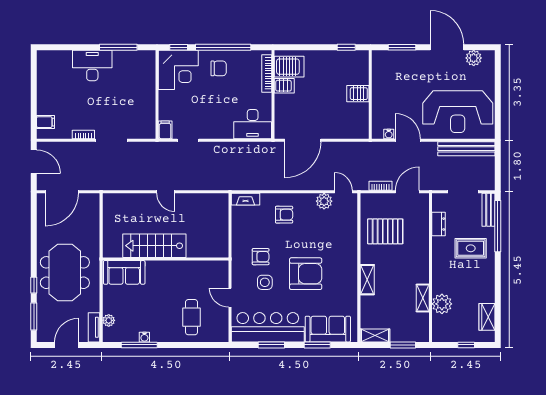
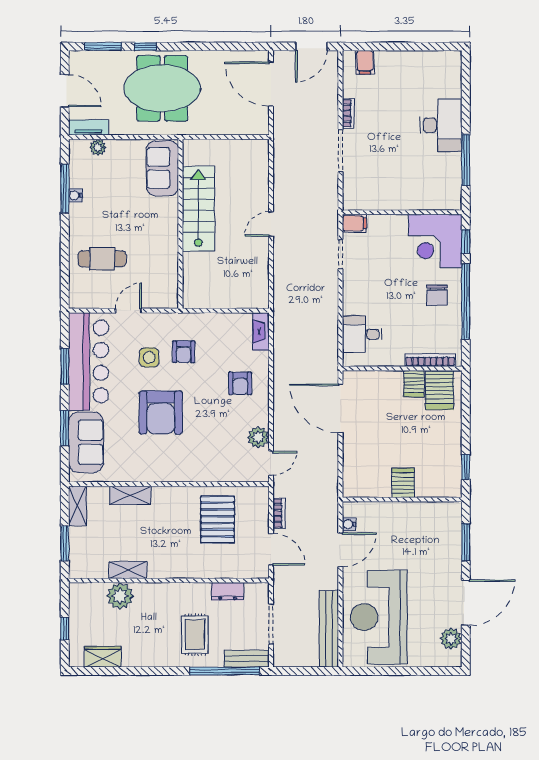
desk: (253, 124) -> (362, 334), width x0.73
shelving: (367, 280) -> (130, 495), moved

